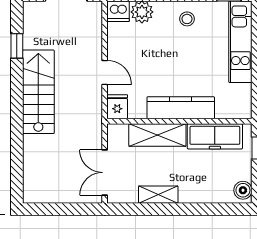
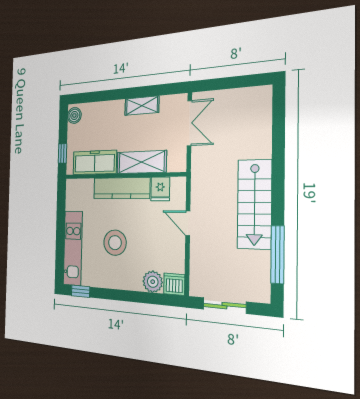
stool: (187, 19) -> (115, 243), moved, width x1.89, depth x1.89
window: (17, 46) -> (278, 255), width x2.17
fridge: (117, 107) -> (160, 189), moved

